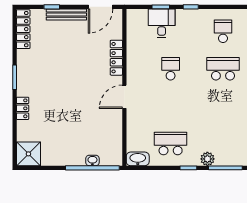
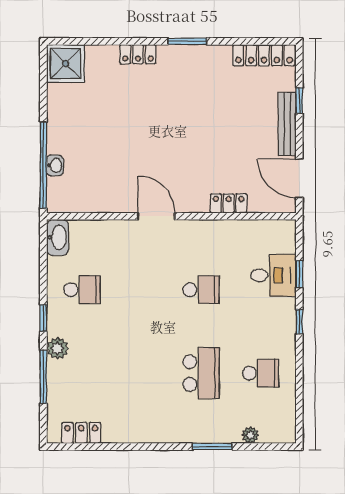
locker: (116, 58) -> (229, 203), width x0.66
school desk: (171, 143) -> (82, 290), width x0.54

